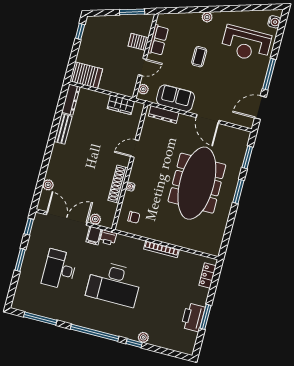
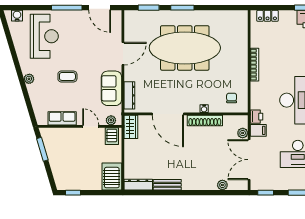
server rack: (138, 42) -> (112, 136), moved
wardrobe: (121, 105) -> (131, 127), moved
door: (135, 149) -> (168, 114), width x1.87

